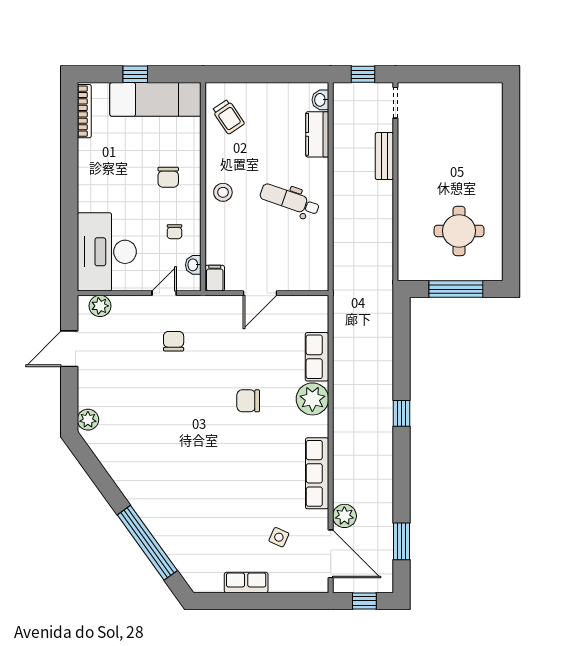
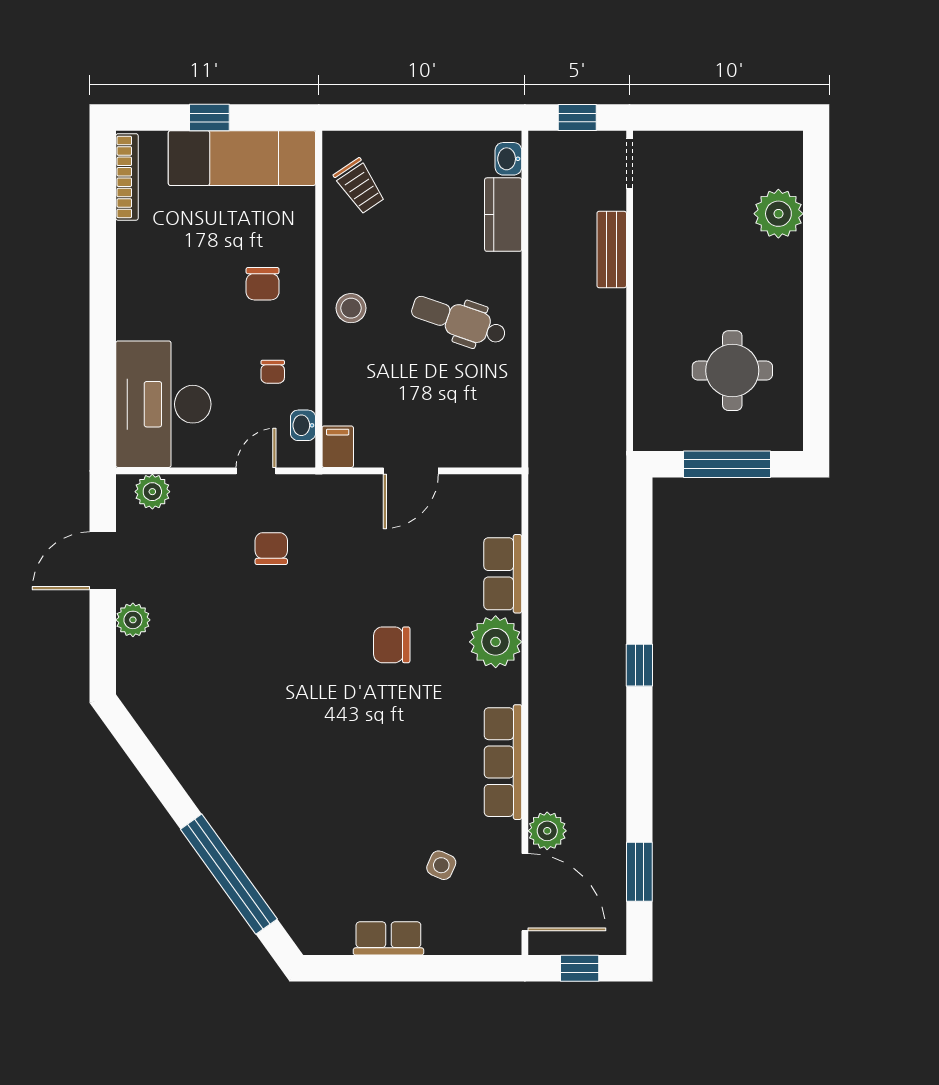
plant: (488, 134) -> (778, 214), added
plant: (88, 420) -> (133, 620), moved

